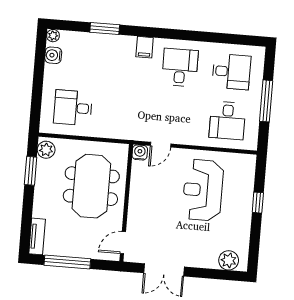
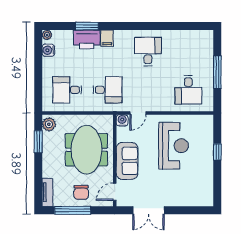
printer: (103, 45) -> (87, 39), added
filing cabinet: (145, 47) -> (107, 38), moved
desk: (231, 72) -> (108, 90), moved
reception desk: (203, 190) -> (174, 146), turned 180
sofa: (142, 205) -> (127, 161), added
chair: (80, 240) -> (81, 192), added
plant: (229, 260) -> (198, 199), removed

